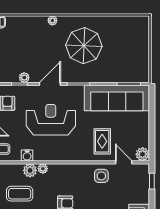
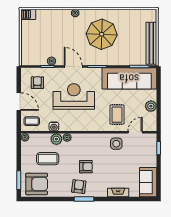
bench: (143, 56) -> (151, 43), added
door: (50, 84) -> (73, 66), hinge flipped
plant: (143, 154) -> (151, 106), moved
door: (124, 162) -> (135, 132), hinge flipped

